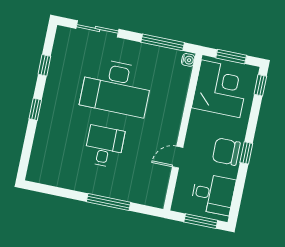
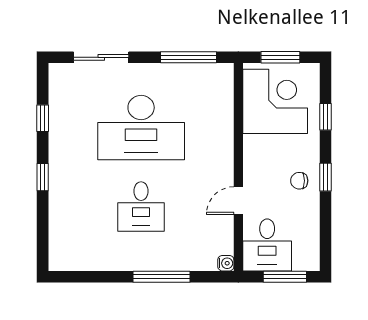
water cooler: (188, 60) -> (226, 263), moved
window: (260, 85) -> (325, 117), moved
desk: (104, 146) -> (141, 207), turned 180
chair: (226, 152) -> (299, 181), width x0.54, depth x0.54
desk: (213, 194) -> (267, 245), moved, turned 90

